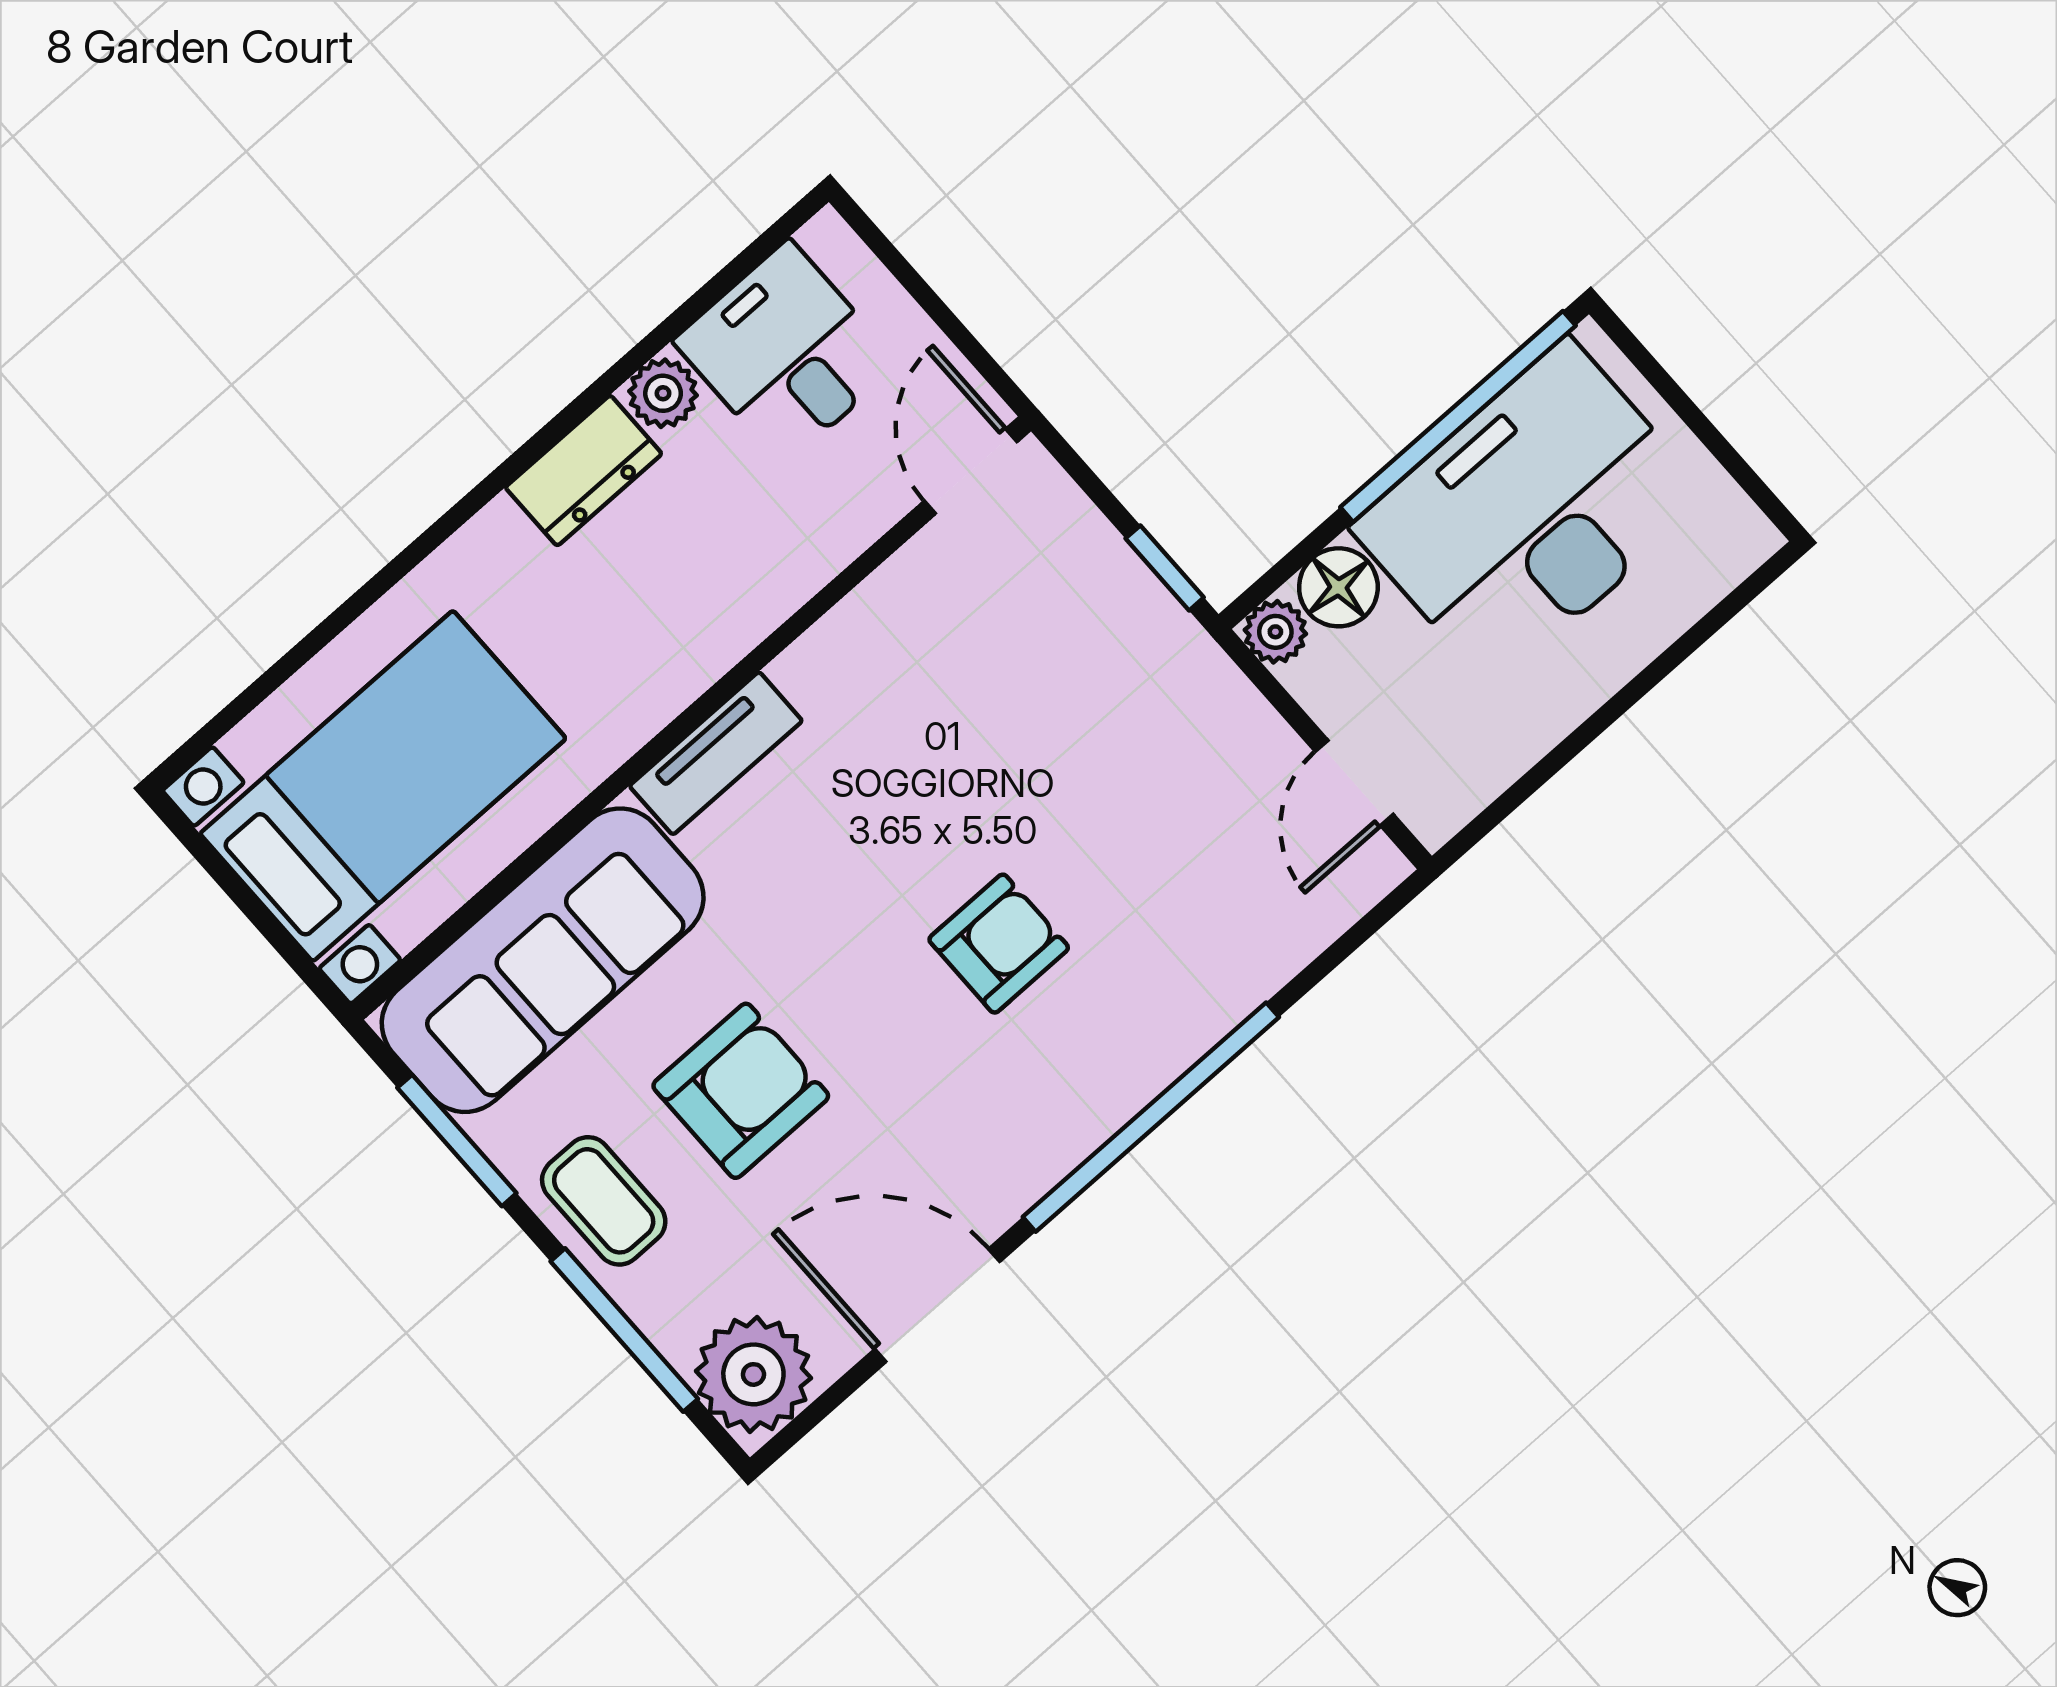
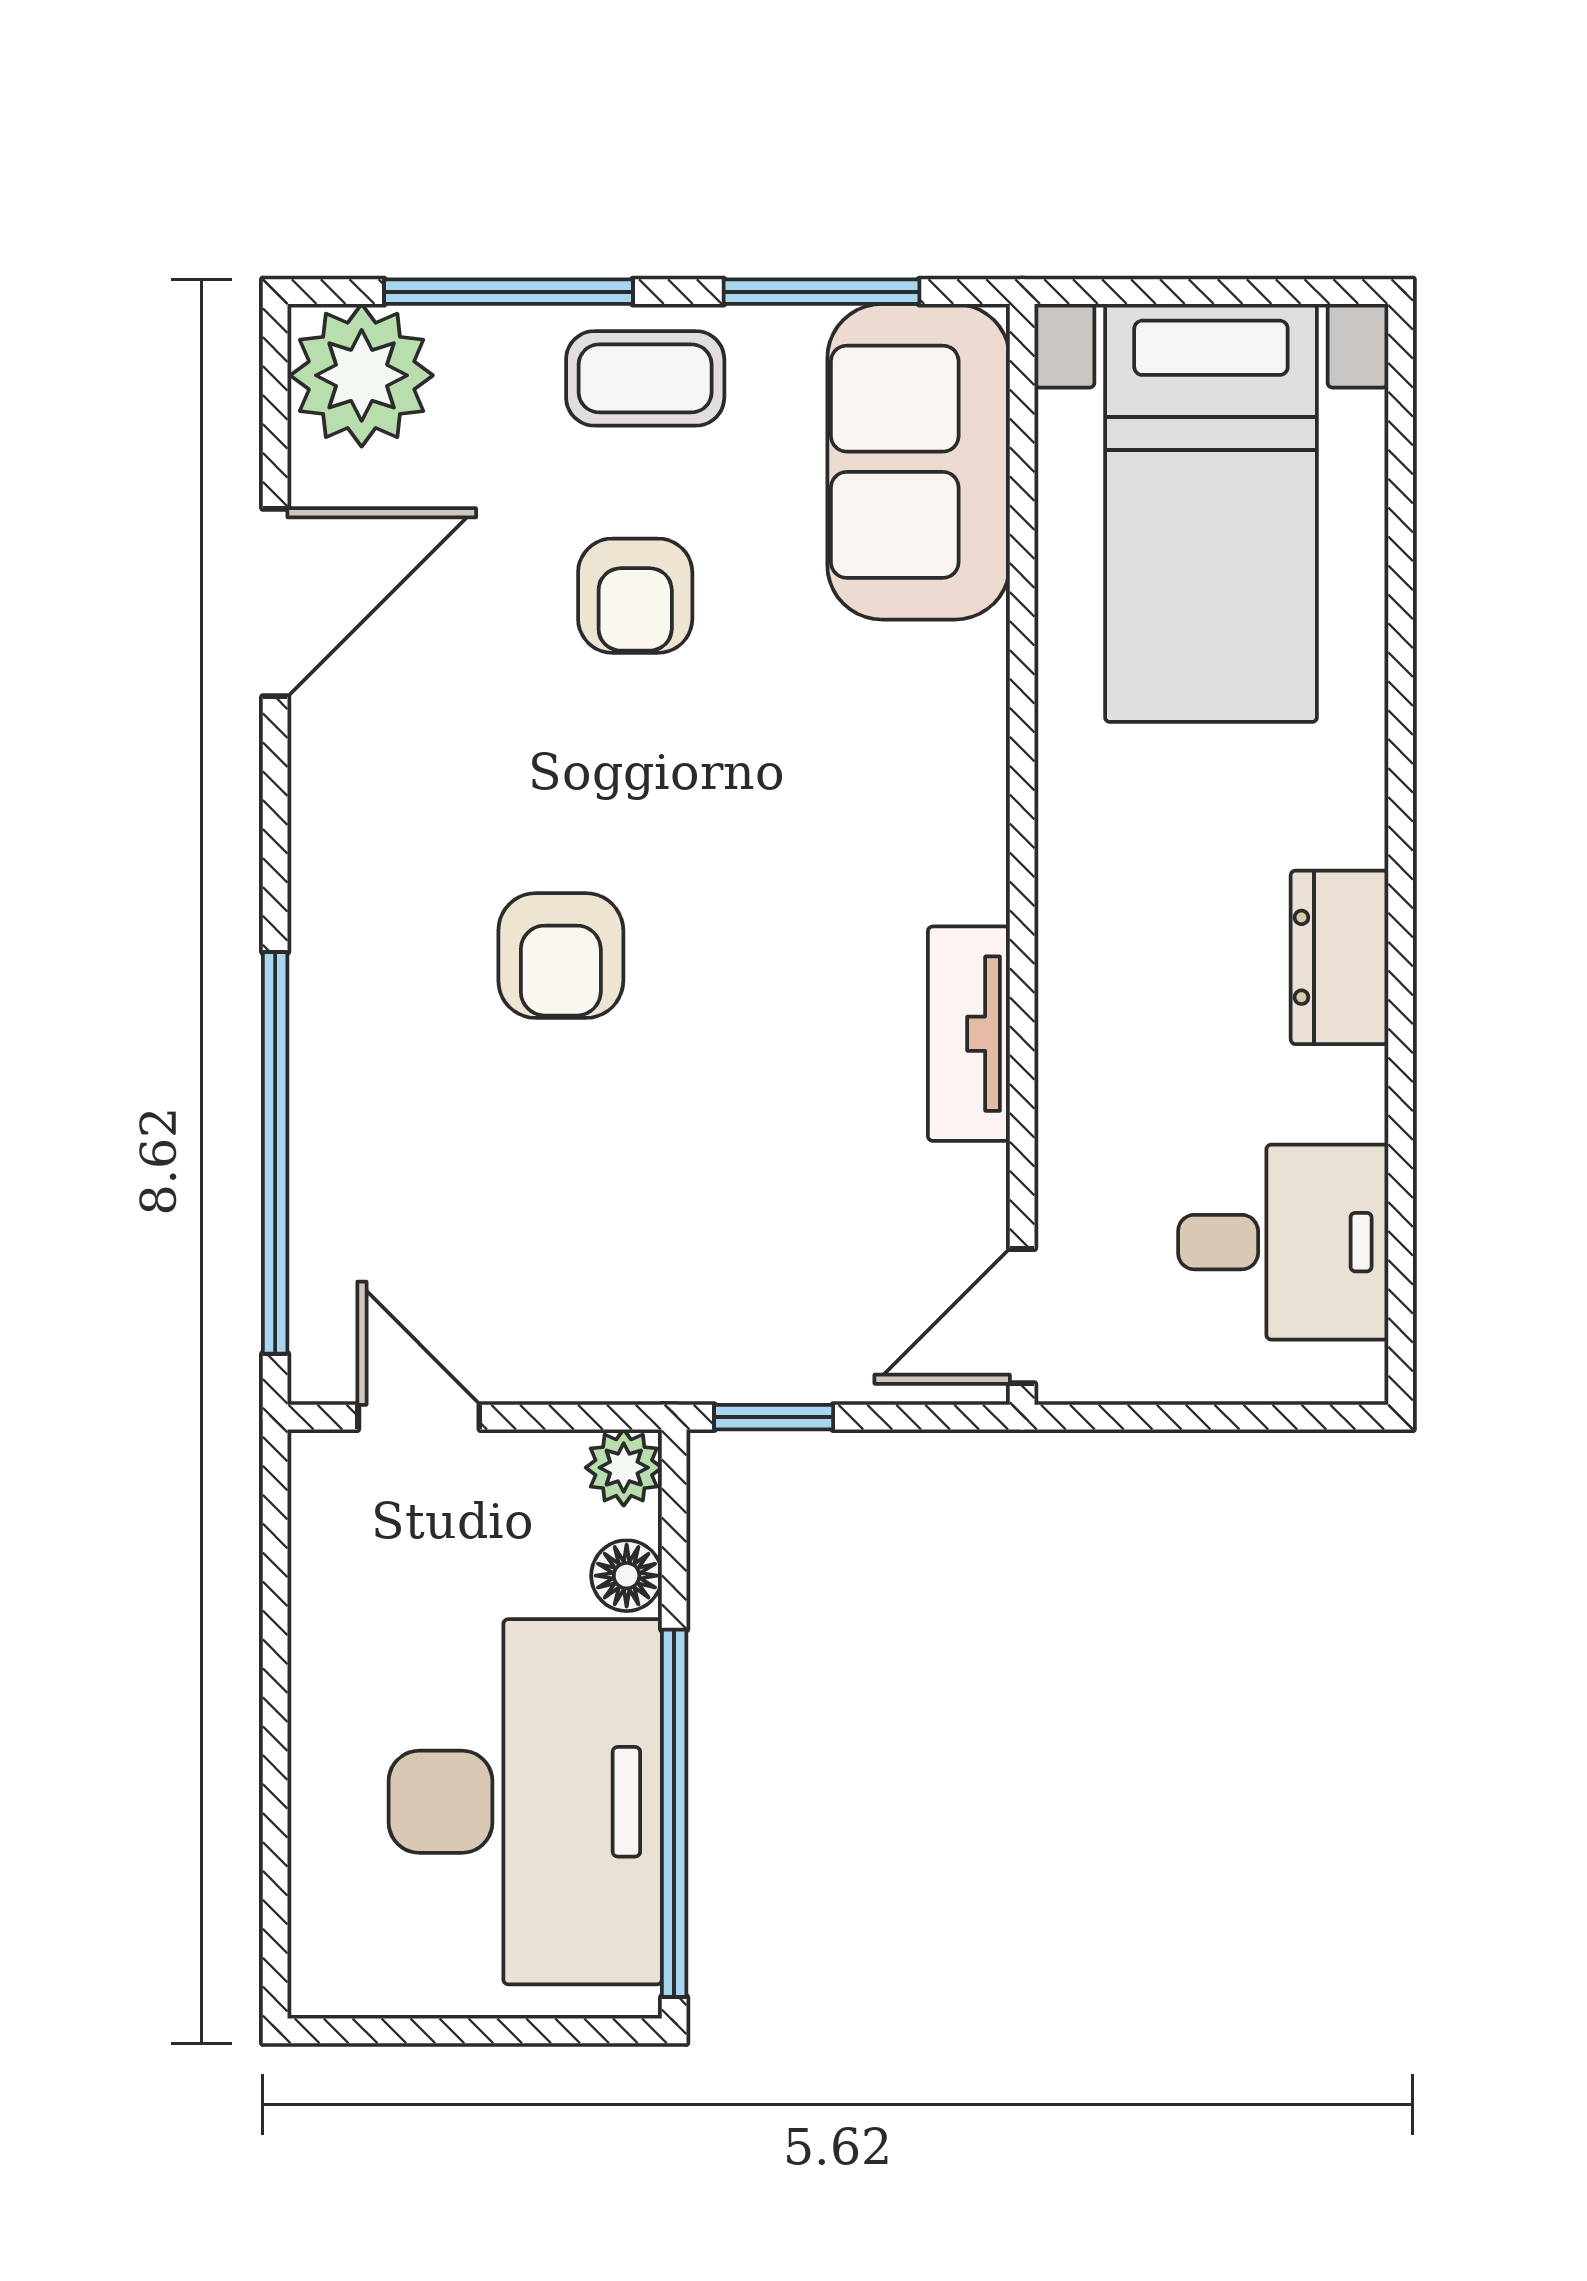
plant: (663, 393) -> (1346, 1094), removed
door: (971, 471) -> (1022, 1316), swing flipped
floor lamp: (1338, 587) -> (627, 1576), width x0.73, depth x0.73
tv unit: (716, 753) -> (969, 1034), moved
sofa: (543, 960) -> (919, 462), width x0.73
armchair: (741, 1091) -> (635, 596), width x0.72, depth x0.72
window: (1151, 1117) -> (275, 1153), moved

